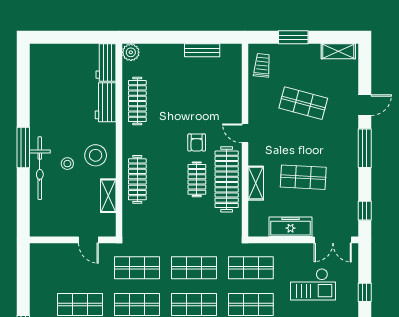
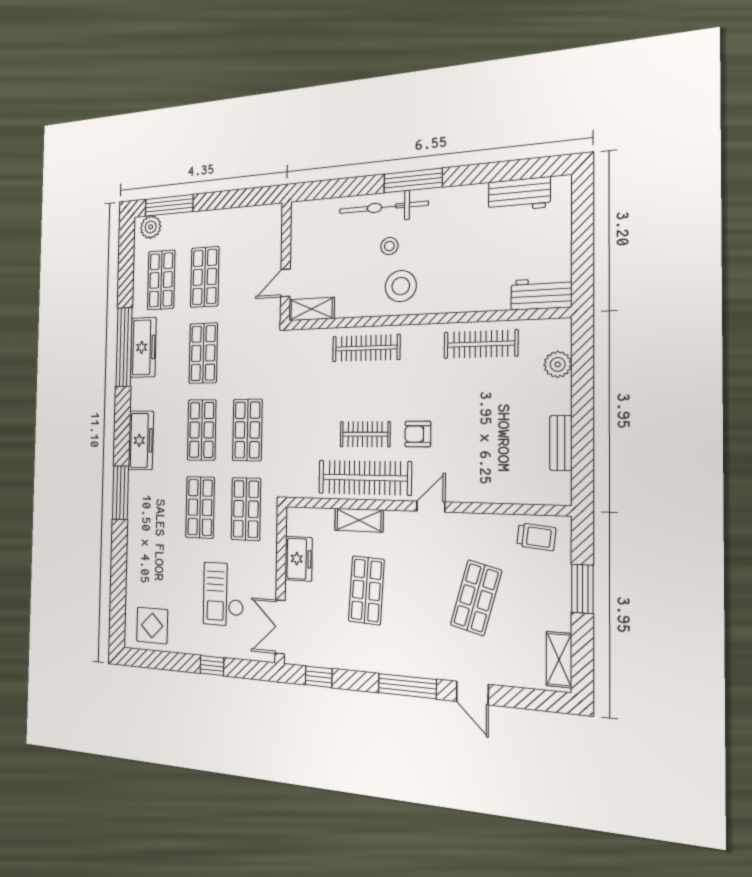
plant: (131, 52) -> (558, 364), moved
workbench: (106, 102) -> (519, 195), moved, turned 180
shelving: (108, 196) -> (311, 309), moved
freezer: (291, 227) -> (299, 559), width x0.71
shop shelf: (137, 268) -> (249, 352), removed

